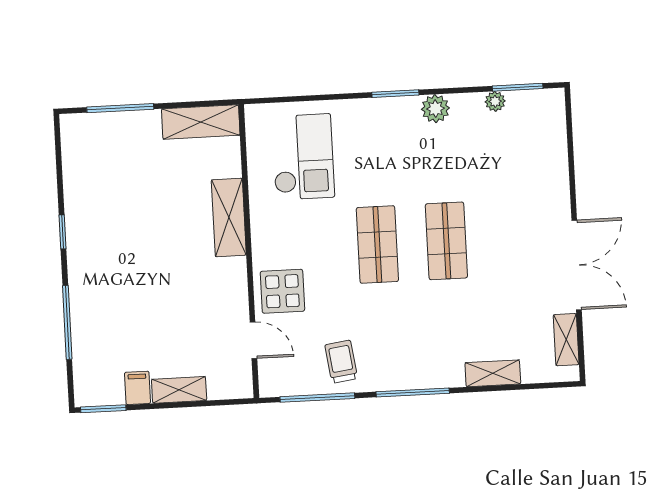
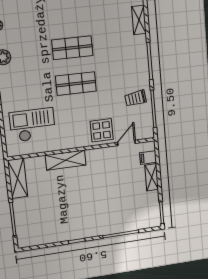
filing cabinet: (137, 388) -> (148, 158), moved

